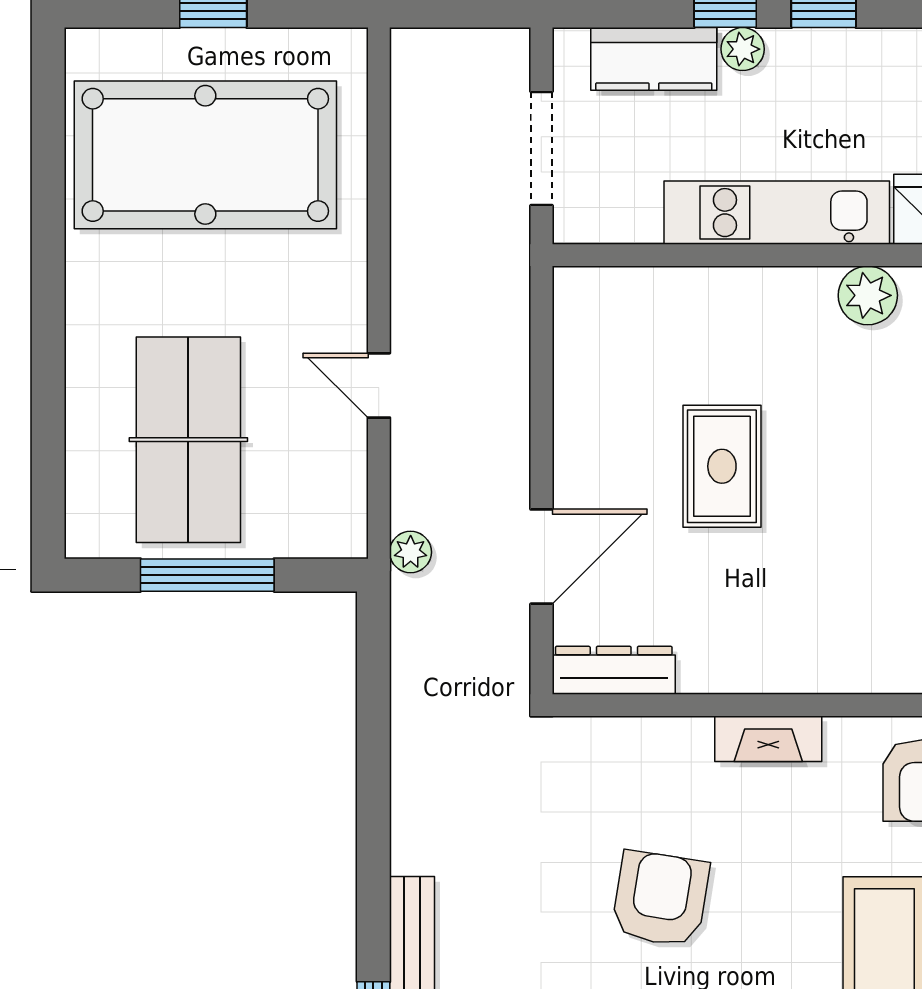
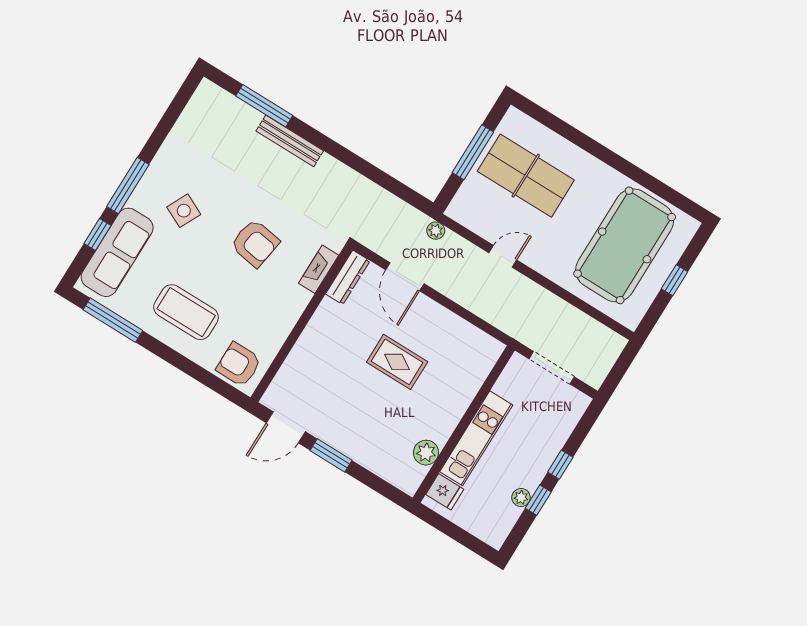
plant: (743, 49) -> (521, 498), moved
kitchen counter: (654, 59) -> (559, 428), removed
fireplace: (768, 739) -> (319, 269), moved

